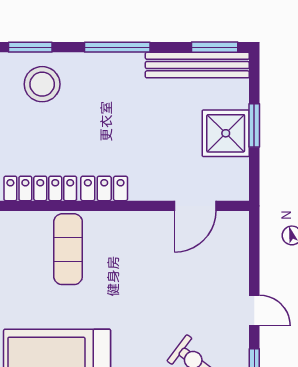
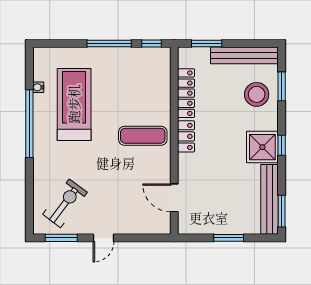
window: (117, 47) -> (282, 145), width x0.46
shower: (226, 133) -> (262, 147), moved
exercise mat: (68, 249) -> (143, 136), moved

